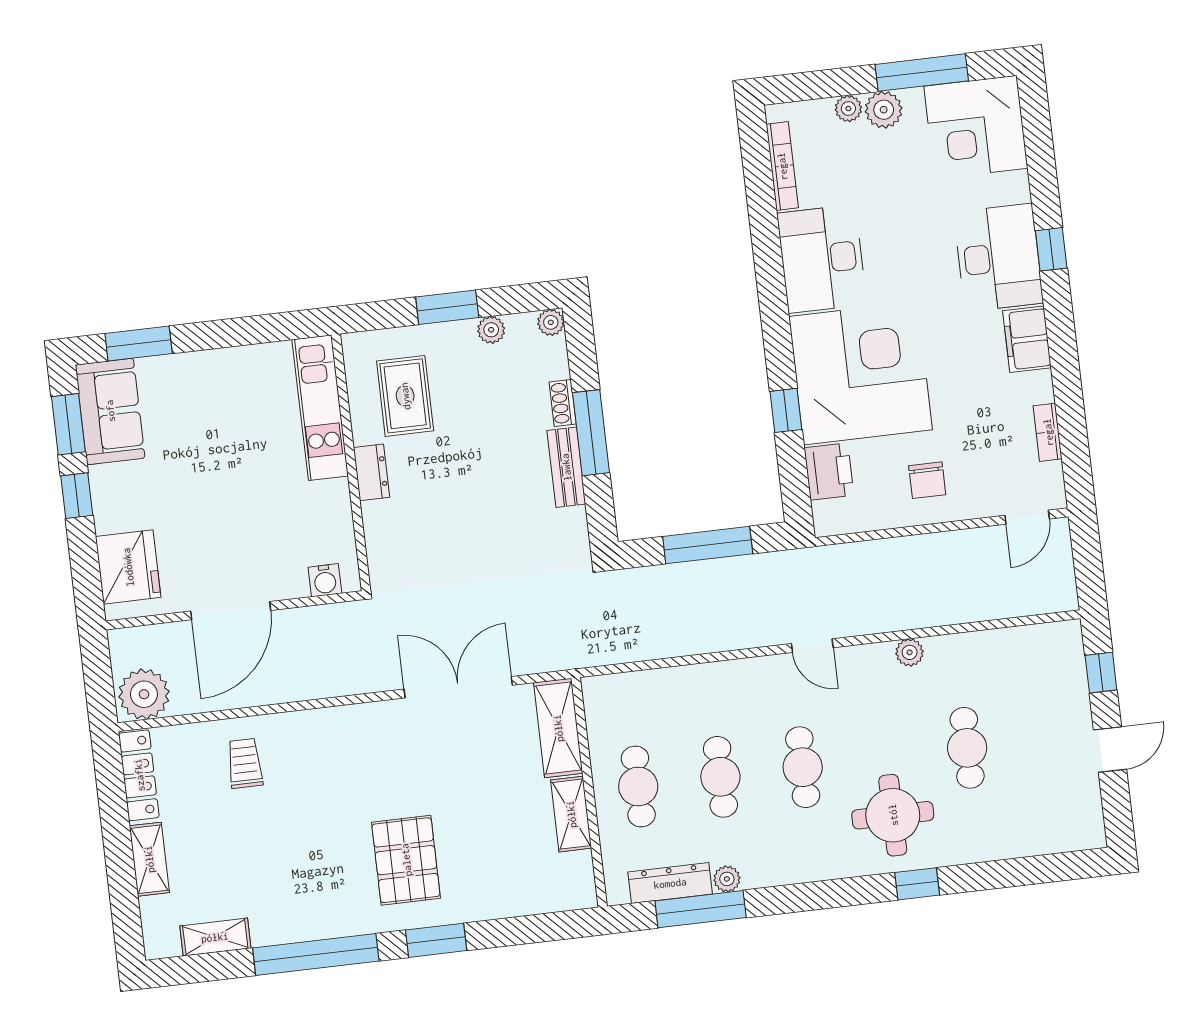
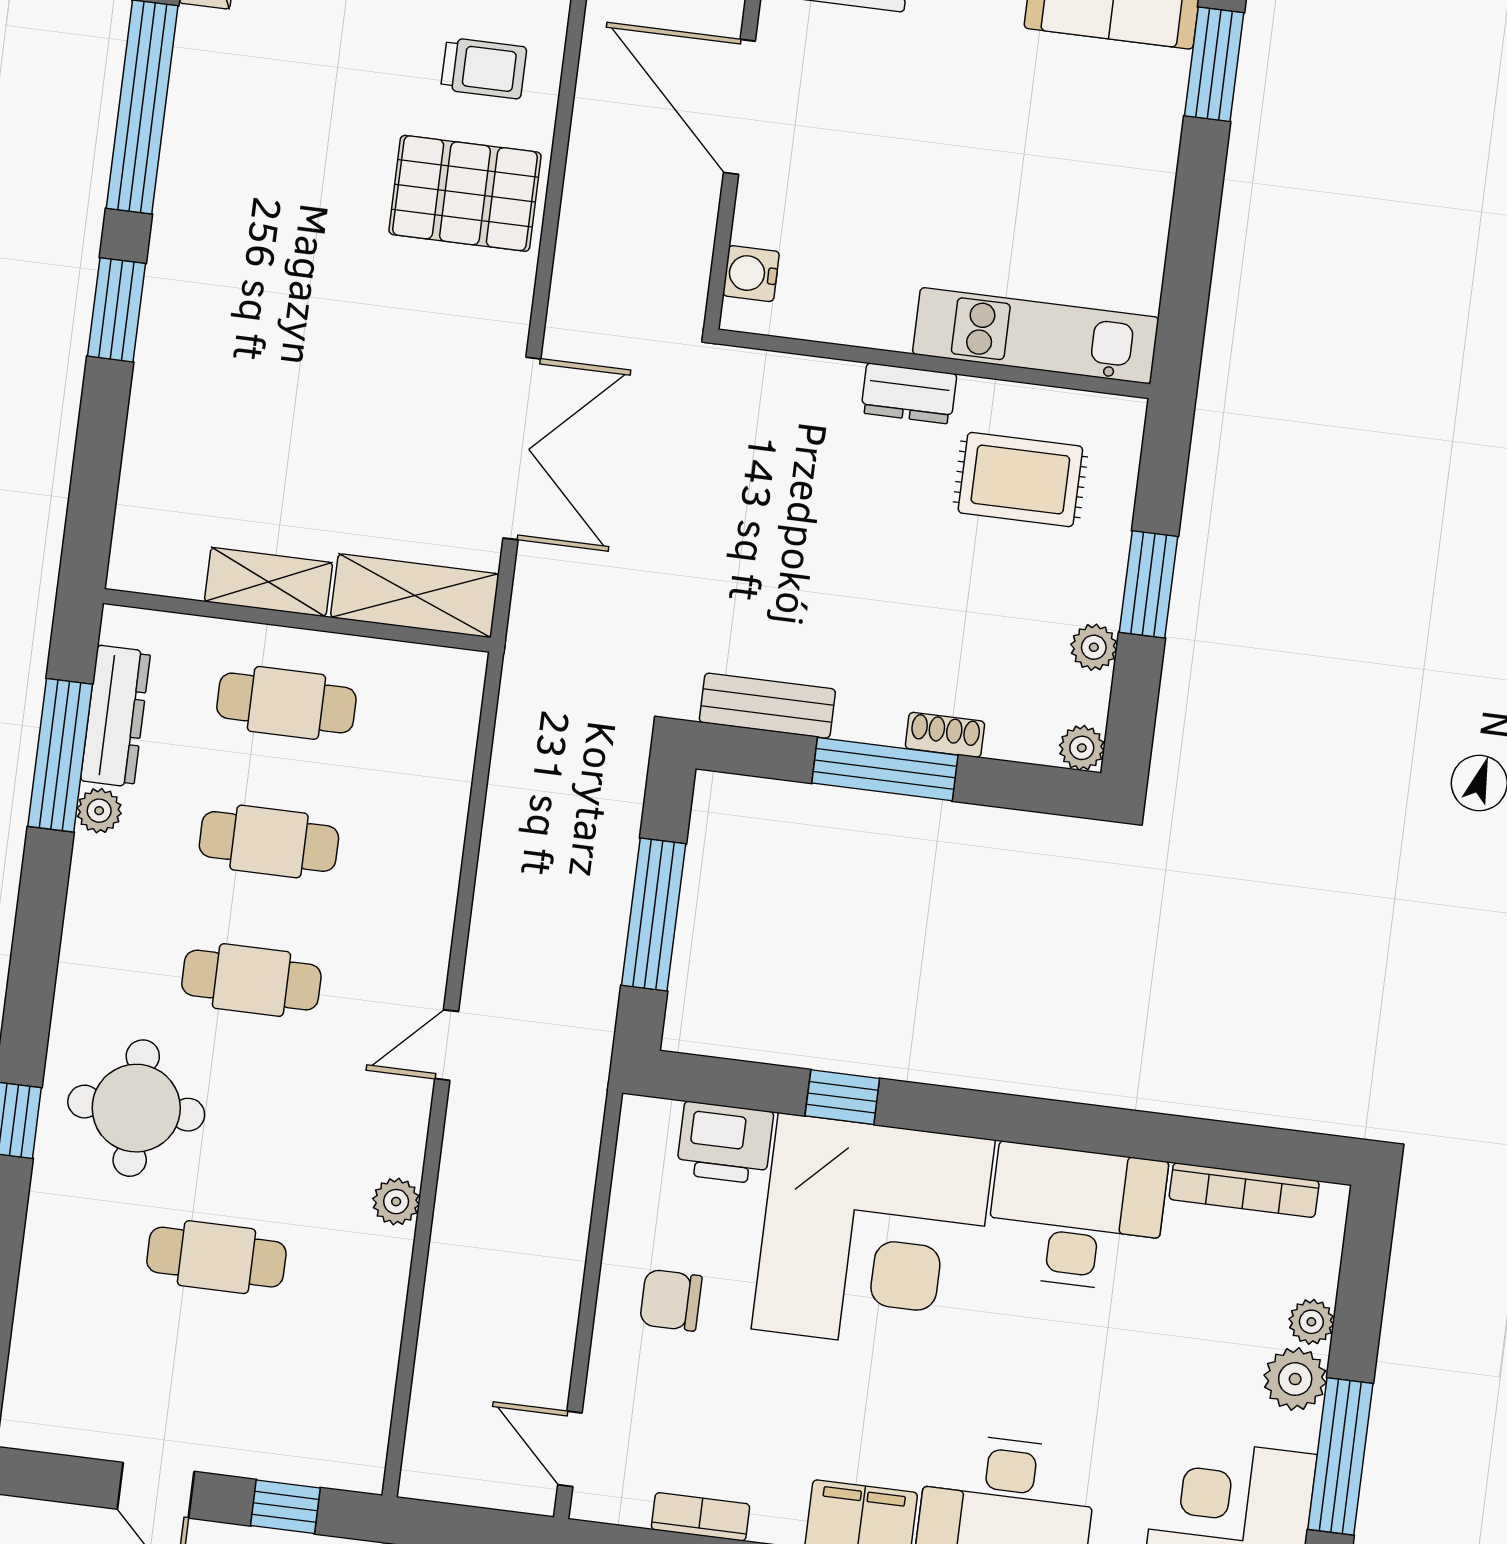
bench: (566, 467) -> (767, 706), moved
pallet: (406, 860) -> (465, 193), moved

